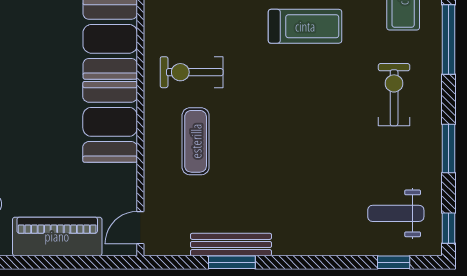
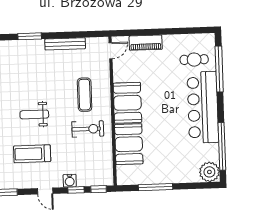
weight bench: (298, 105) -> (34, 114), added
piano: (57, 236) -> (146, 43), width x0.73, depth x0.75
window: (232, 262) -> (30, 36), moved

